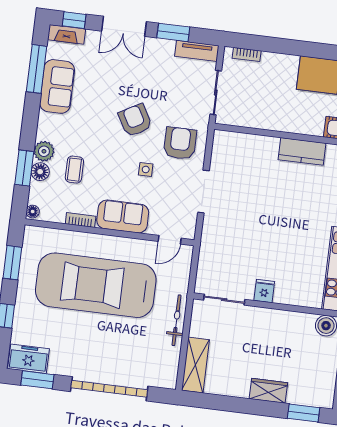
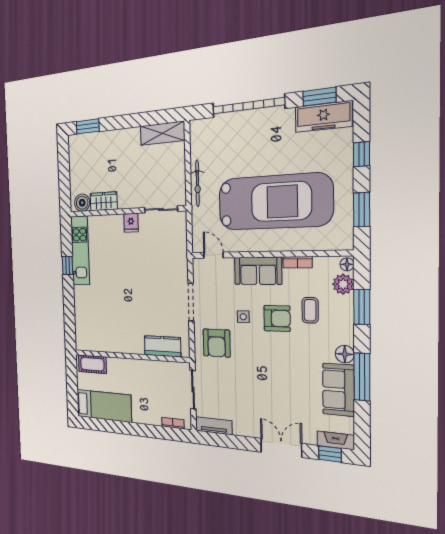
window: (173, 32) -> (236, 442), removed
window: (37, 69) -> (362, 377), moved
armchair: (135, 120) -> (277, 318), moved, turned -61
plant: (44, 151) -> (343, 284), moved
kitchen counter: (302, 151) -> (162, 346), moved
floor lamp: (40, 172) -> (345, 354), moved
door: (170, 240) -> (213, 255), hinge flipped
freezer: (28, 359) -> (323, 117), width x1.40
shelving: (195, 365) -> (162, 133), moved, turned 90
wardrobe: (268, 391) -> (104, 201), moved, turned 180

